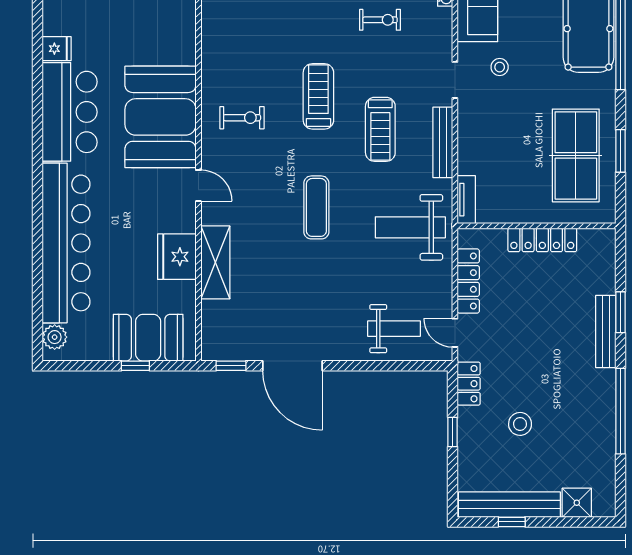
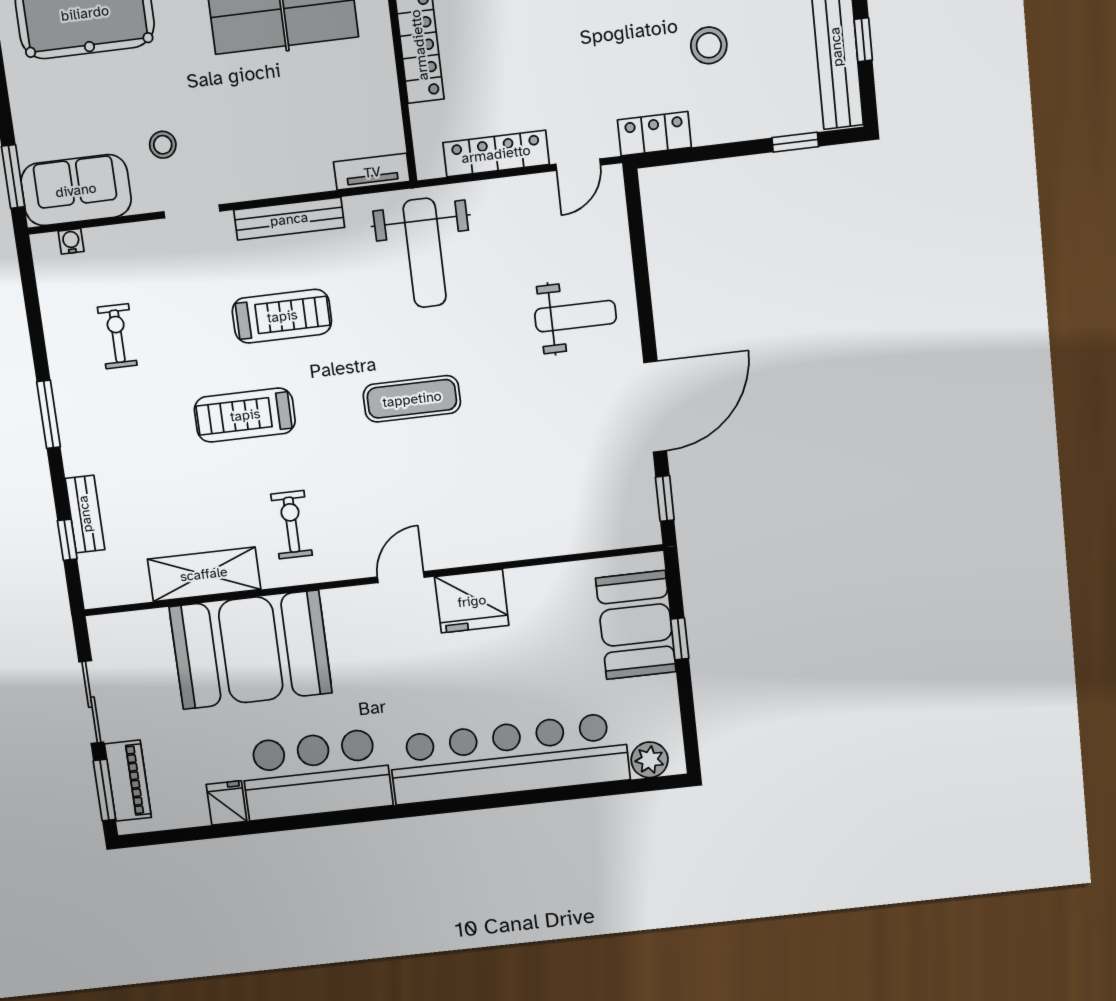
booth: (160, 117) -> (251, 650), moved
fridge: (177, 257) -> (472, 601), moved
shelving: (215, 262) -> (204, 574), moved
weight bench: (394, 329) -> (576, 316), moved, turned 90
window: (453, 432) -> (795, 142), moved

